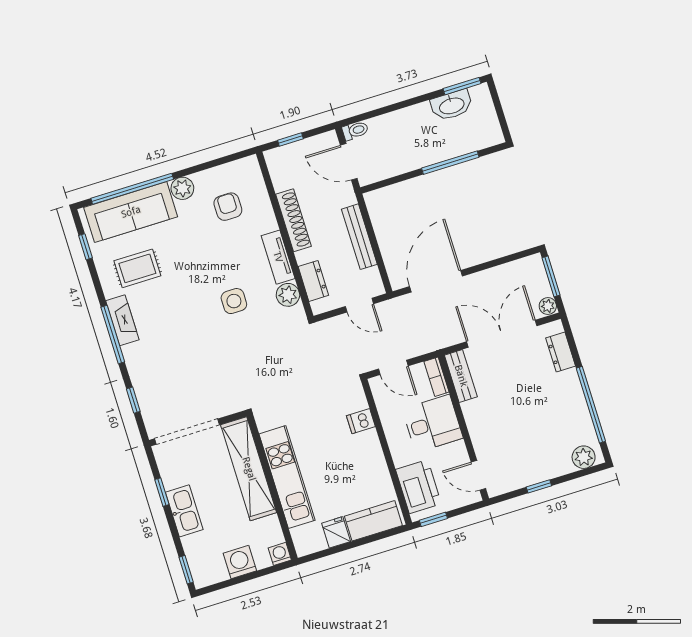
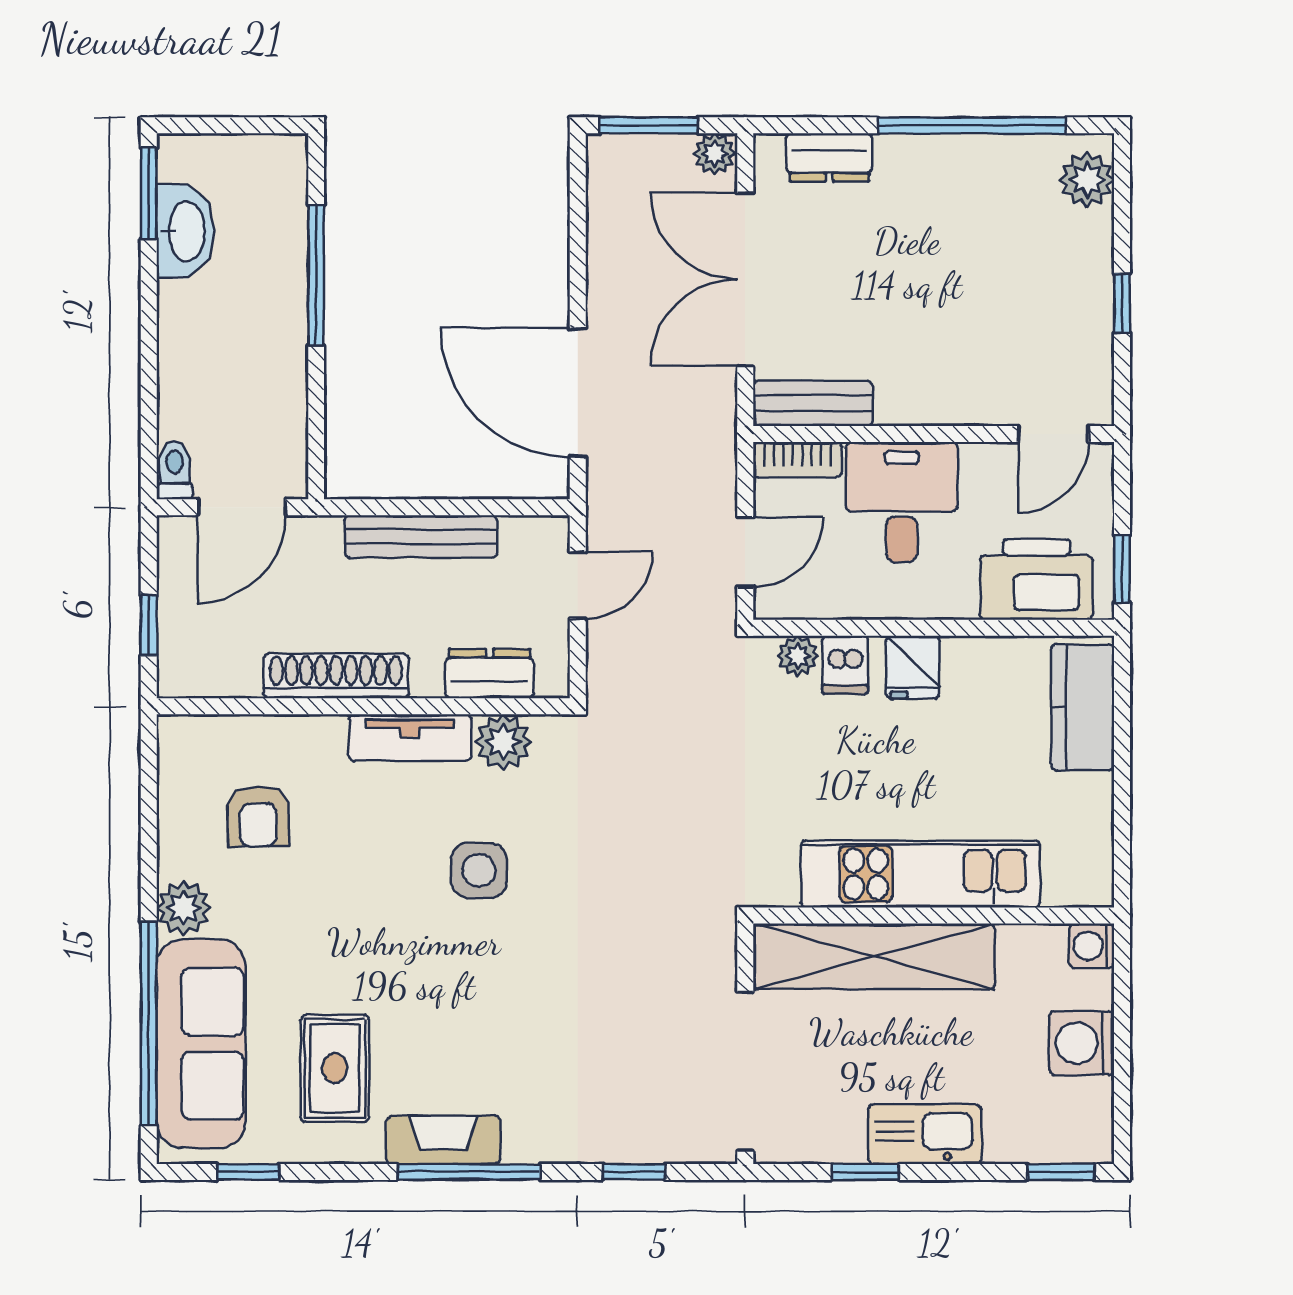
armchair: (228, 207) -> (258, 817), turned -91
plant: (359, 401) -> (798, 656), added
fridge: (336, 532) -> (913, 667), moved, turned -90

